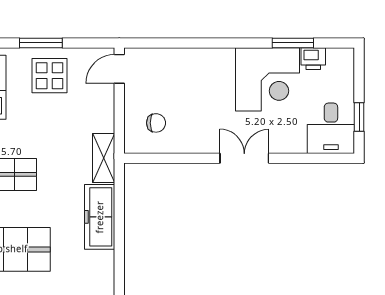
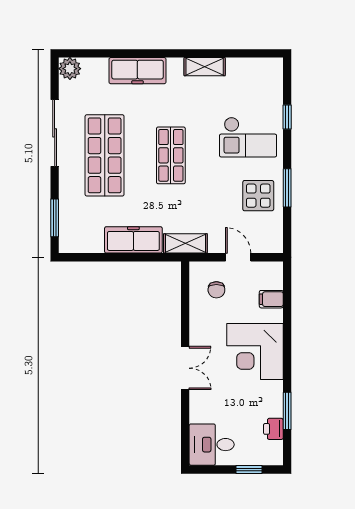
filing cabinet: (167, 61) -> (271, 299), added
door: (119, 69) -> (238, 257), moved
corner desk: (268, 79) -> (255, 351), moved
window: (359, 117) -> (249, 469), moved

